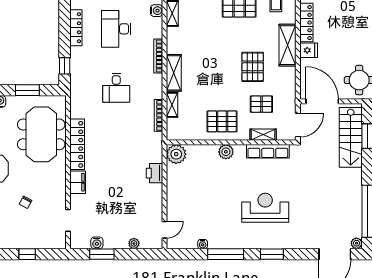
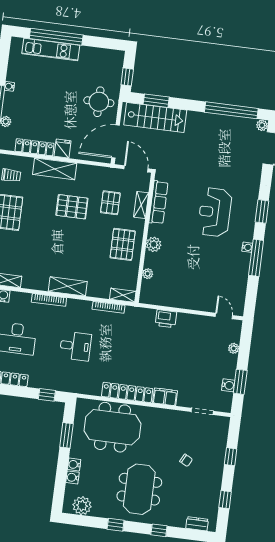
shelving: (172, 105) -> (123, 295), moved
plant: (176, 154) -> (148, 274), moved, width x0.53, depth x0.53
chair: (26, 202) -> (186, 460), moved
water cooler: (203, 244) -> (247, 247), moved

